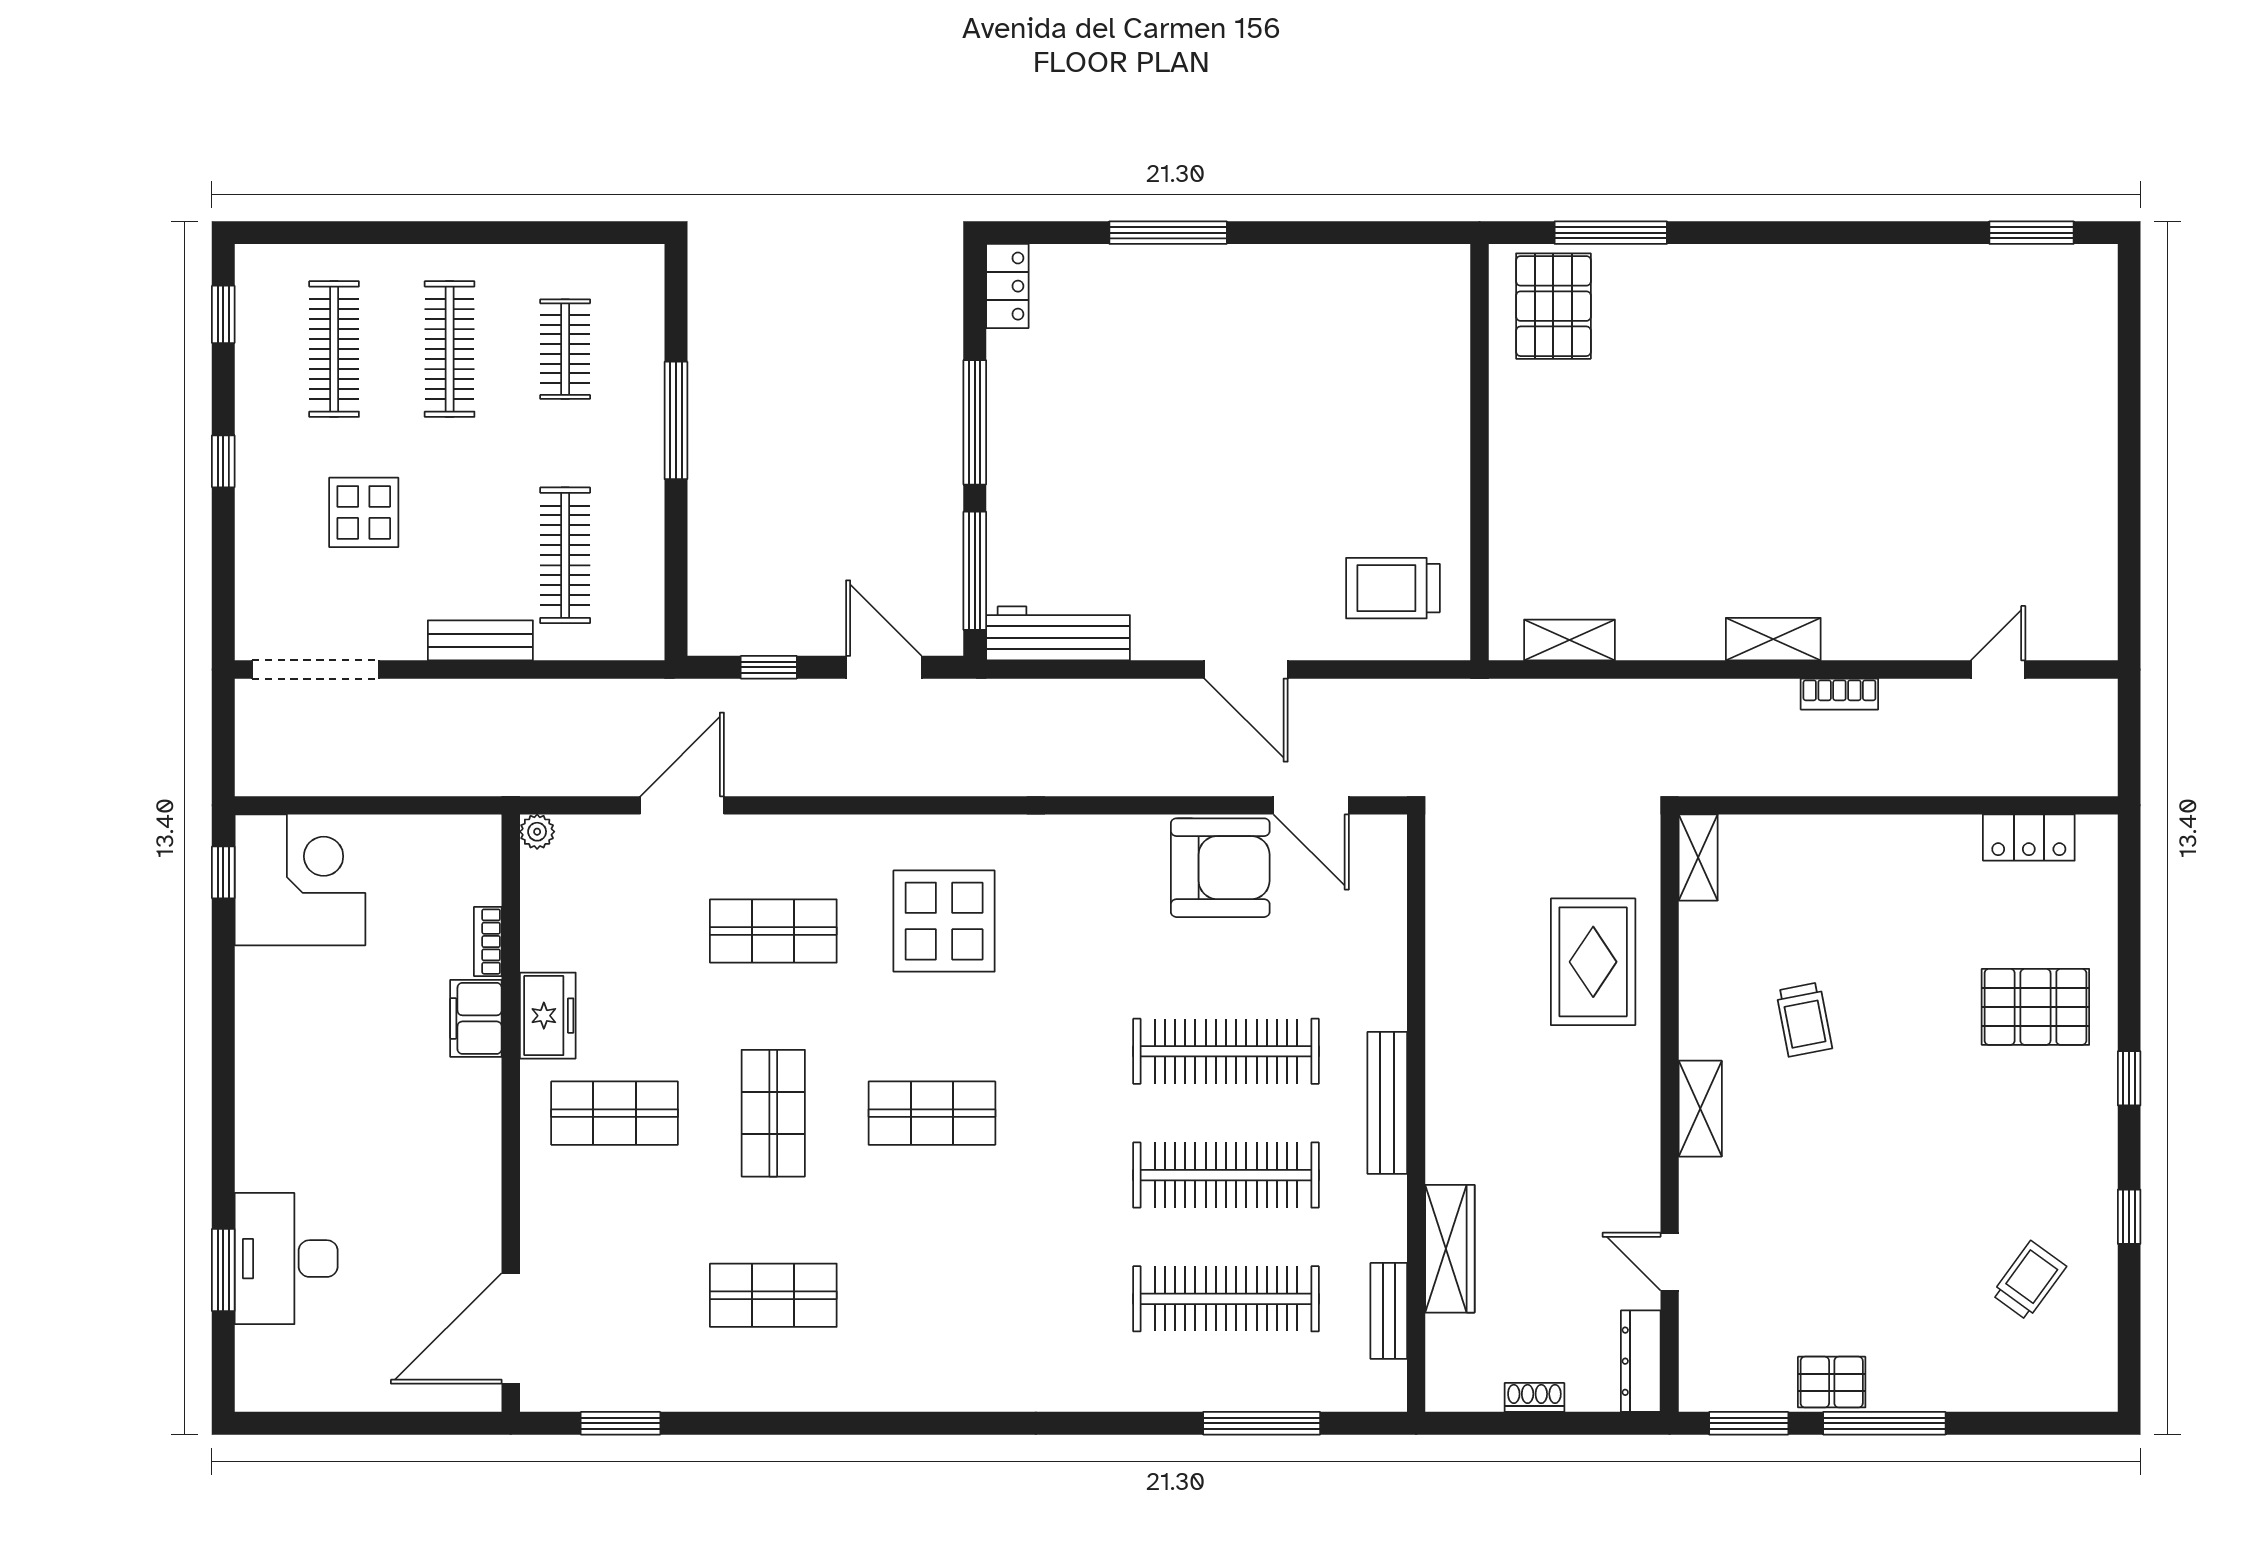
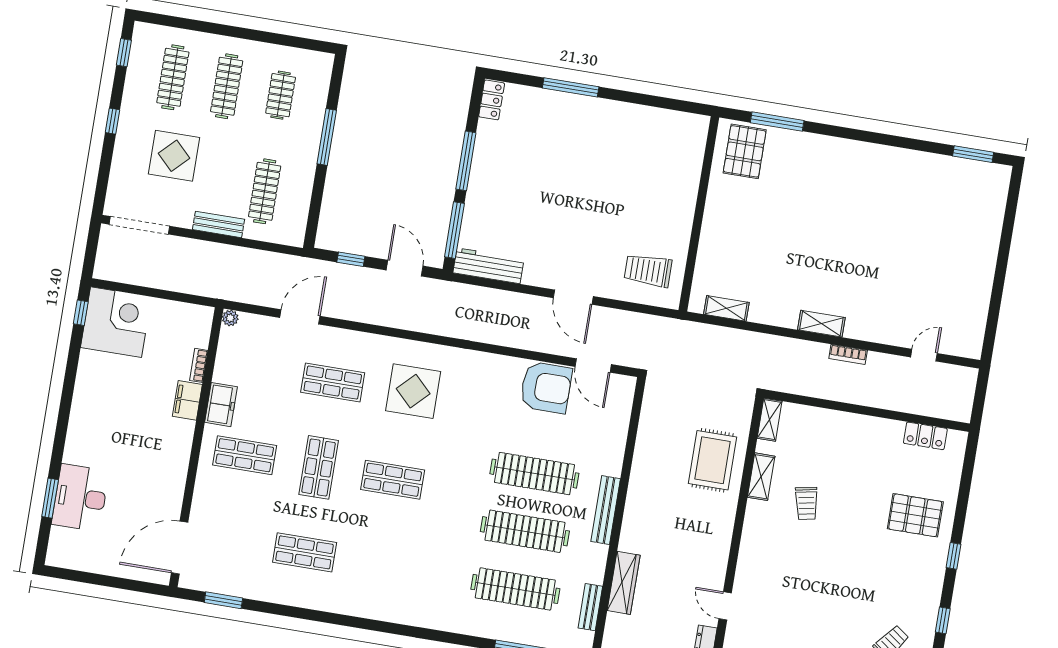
display table: (364, 512) -> (174, 156), width x1.36, depth x1.36
shelving: (1700, 1109) -> (761, 477), moved

